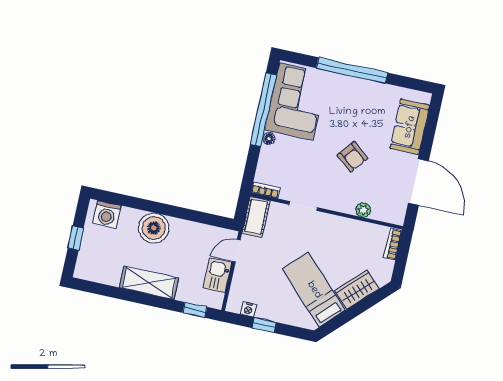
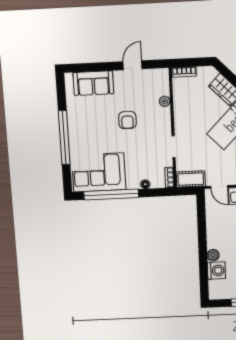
floor lamp: (269, 139) -> (145, 184), moved
armchair: (352, 157) -> (127, 120), turned 142
door: (418, 182) -> (133, 65), width x0.53
washing machine: (107, 214) -> (216, 271), moved
boiler: (154, 228) -> (213, 255), width x0.54, depth x0.54

